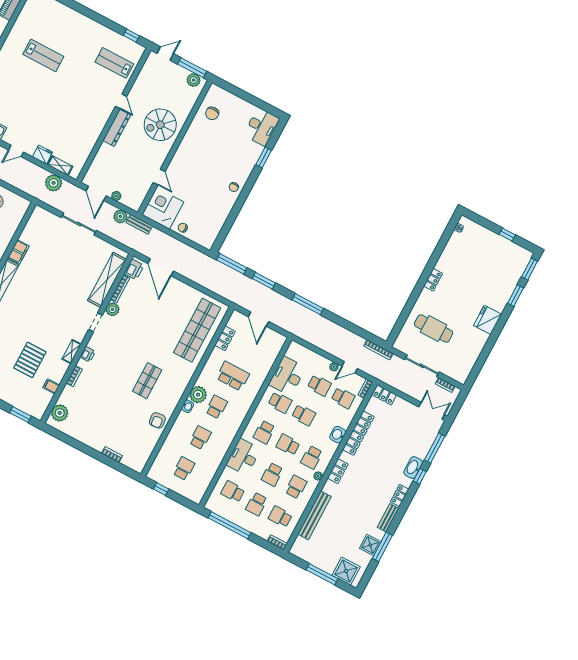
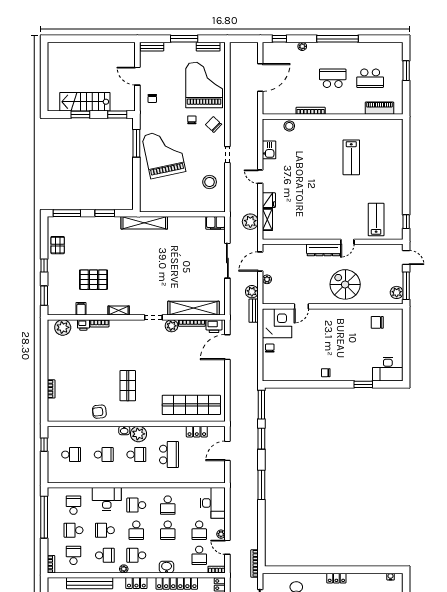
filing cabinet: (18, 252) -> (216, 223), moved
printer: (88, 354) -> (83, 325), moved
desk: (287, 376) -> (213, 503), moved, turned 90
shop shelf: (147, 381) -> (128, 386), turned 90
school desk: (288, 445) -> (136, 530), turned 180

